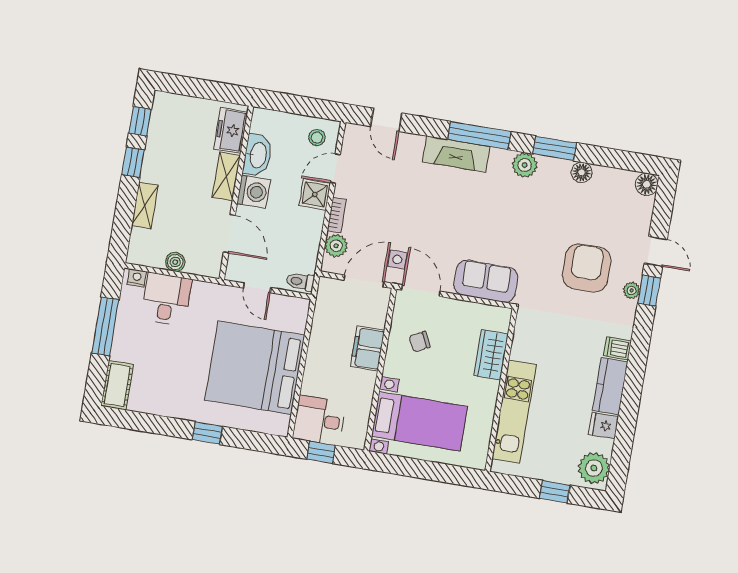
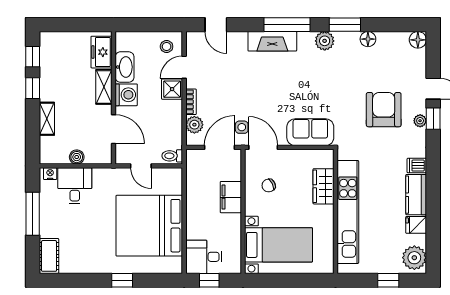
kitchen unit: (514, 412) -> (348, 212), width x1.36

